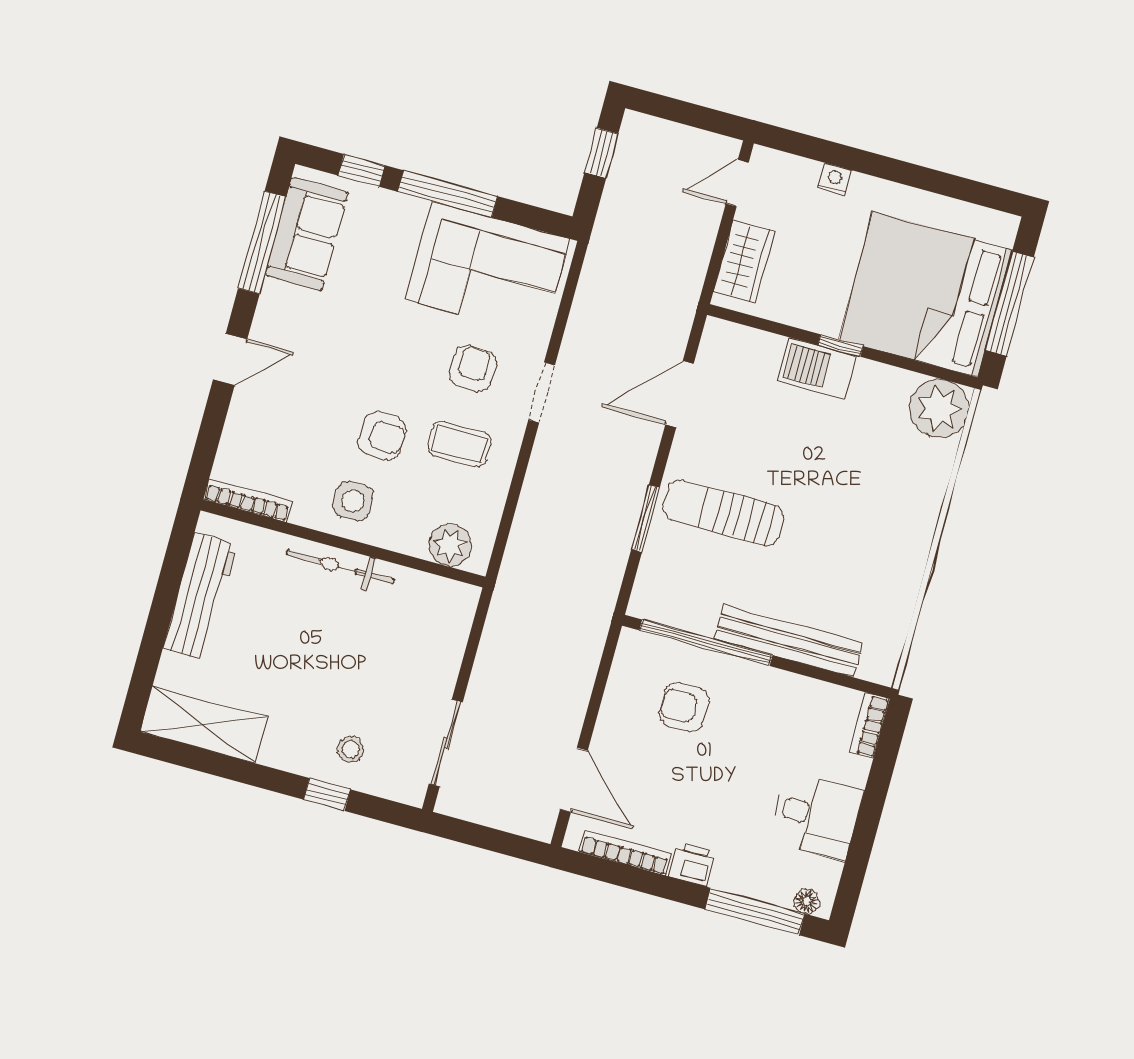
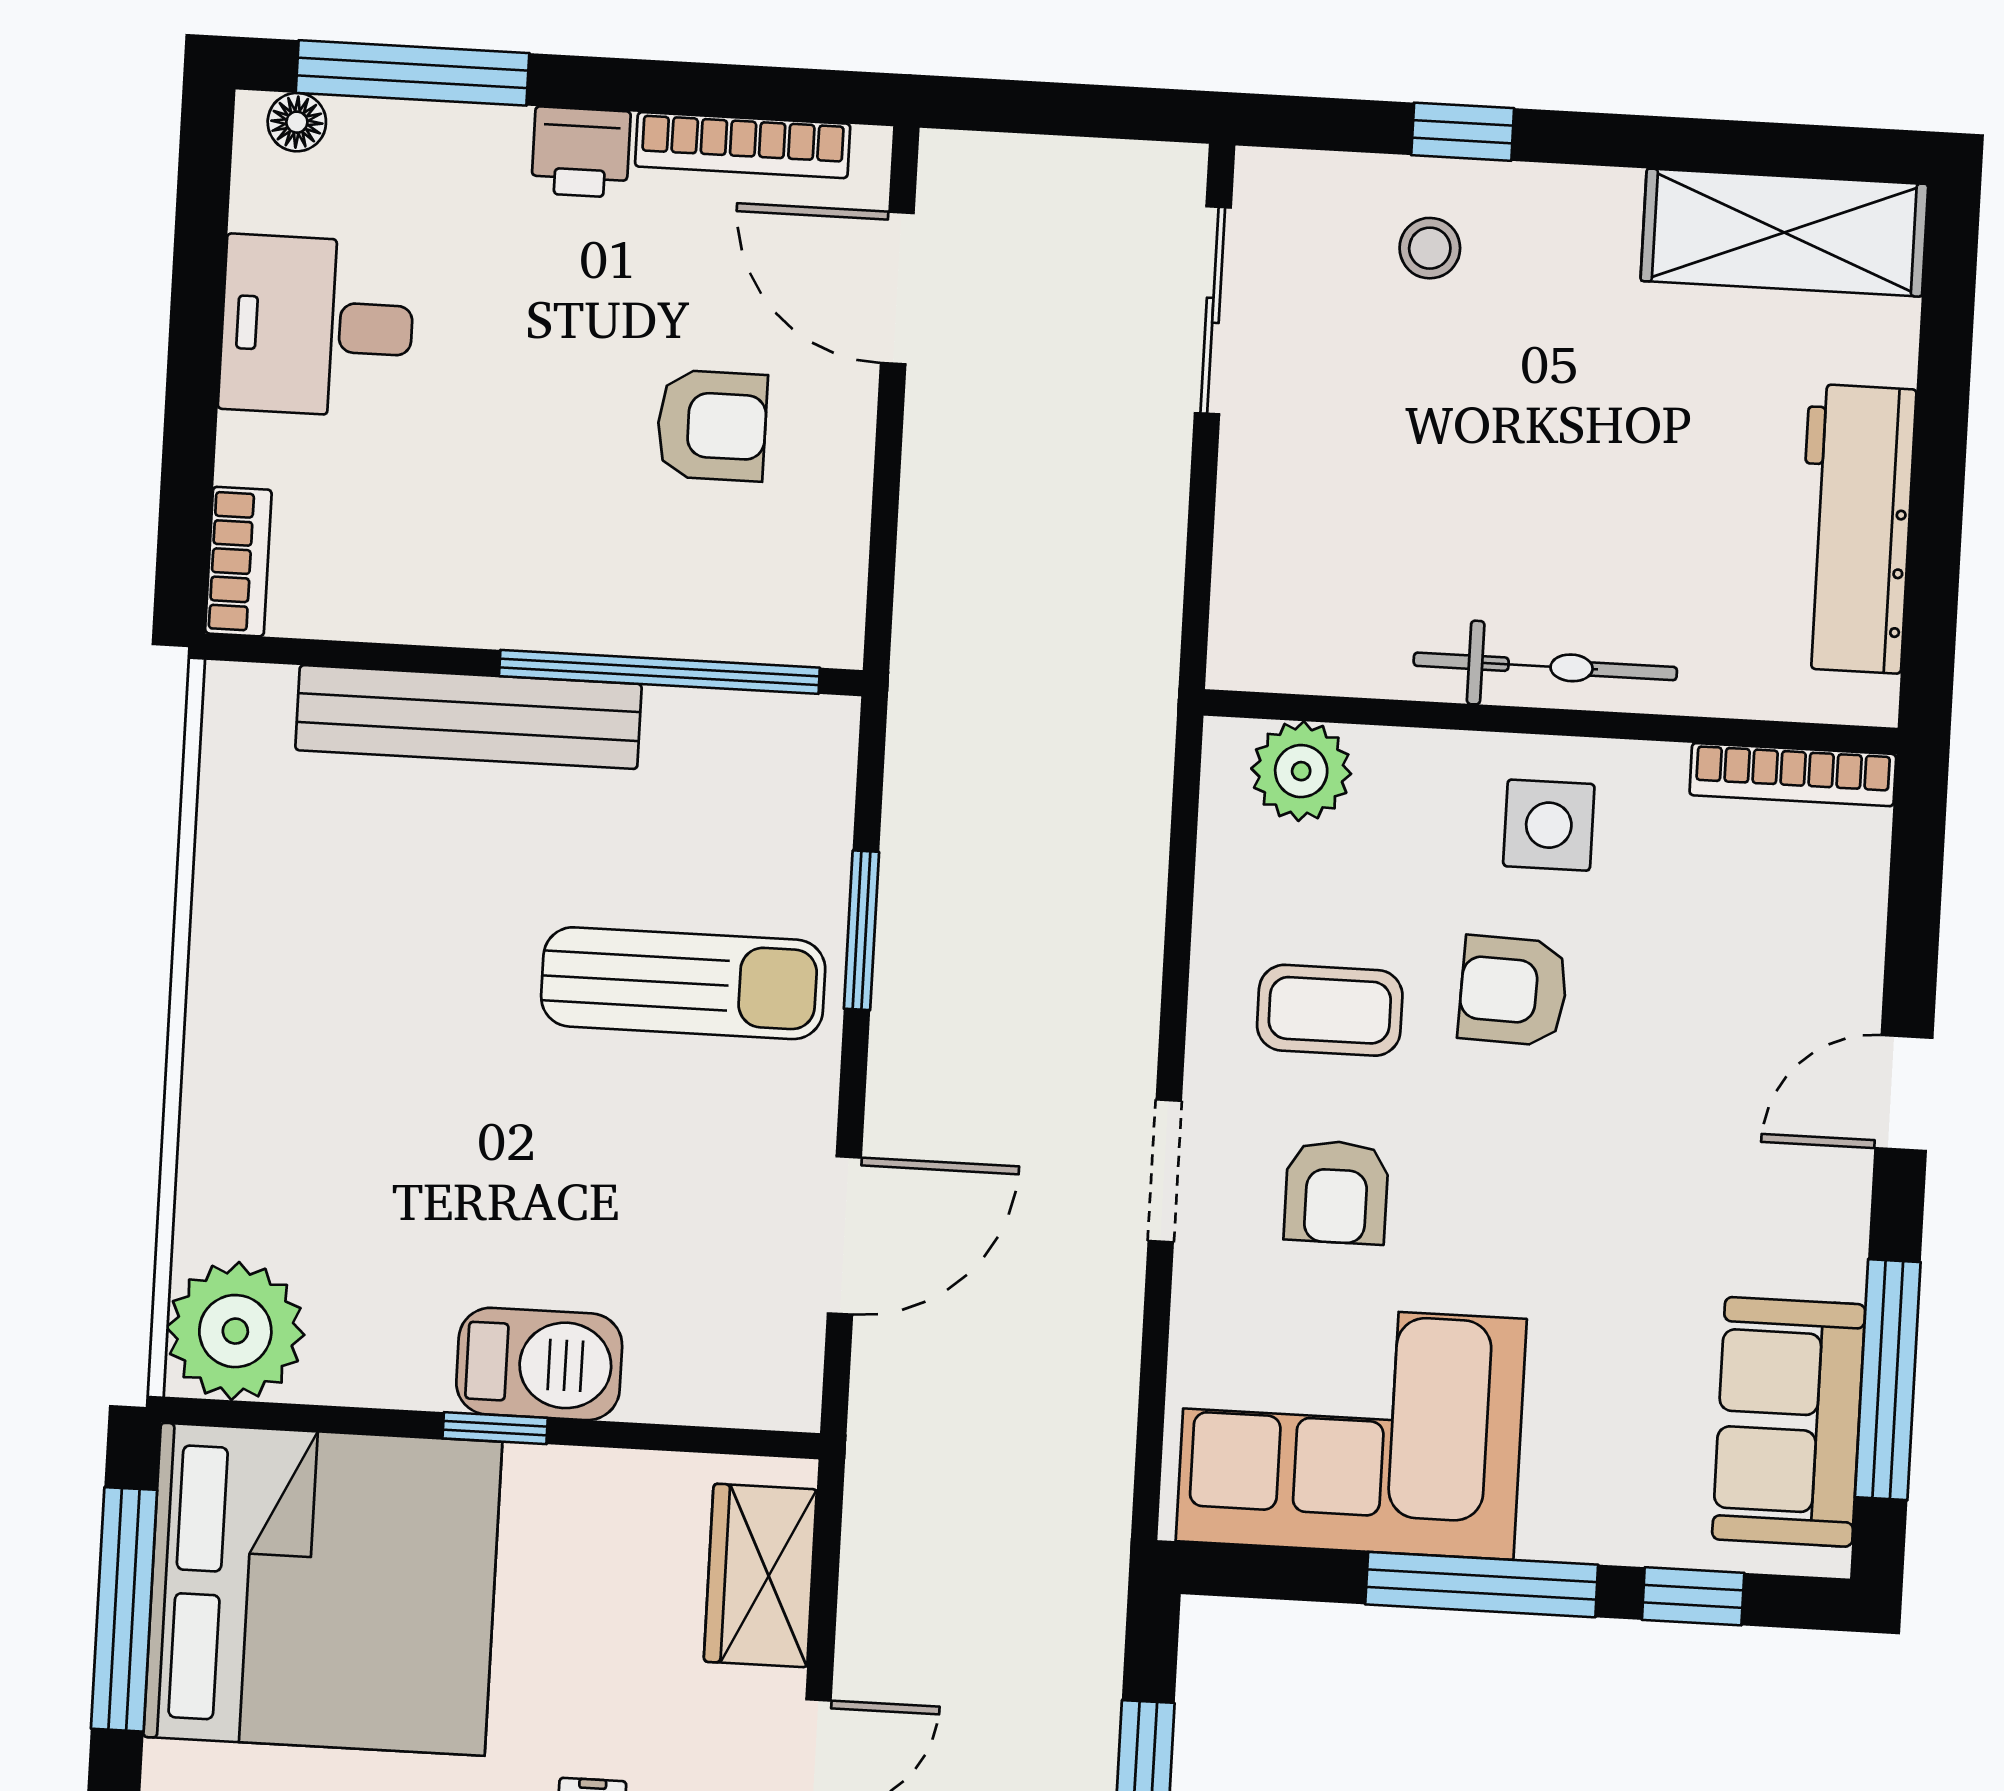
armchair: (684, 707) -> (712, 426), moved

